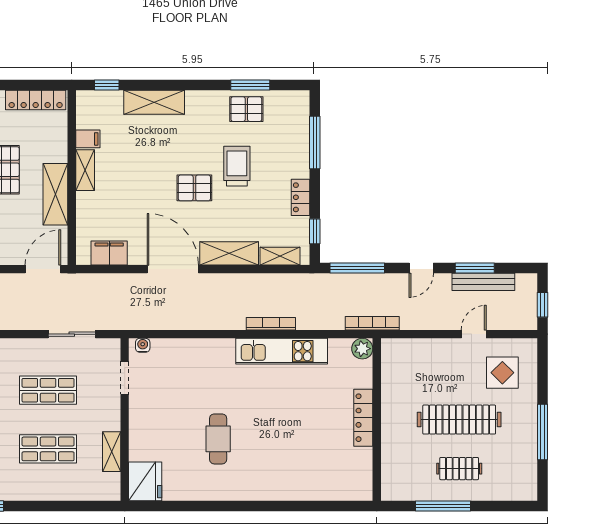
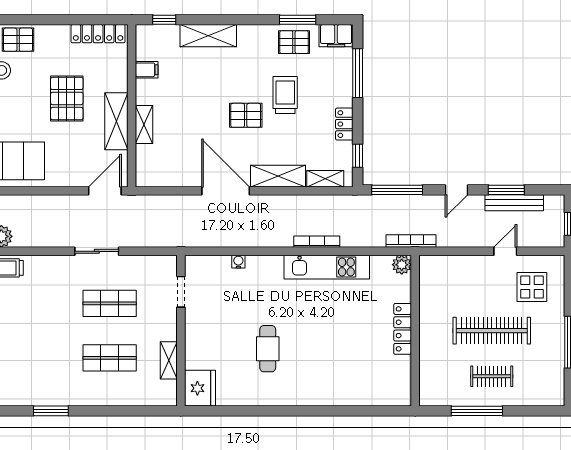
shelving: (85, 170) -> (144, 124), moved
filing cabinet: (109, 253) -> (336, 36), moved, turned 180
sliding door: (72, 334) -> (97, 251), moved
water cooler: (143, 345) -> (238, 262), moved

